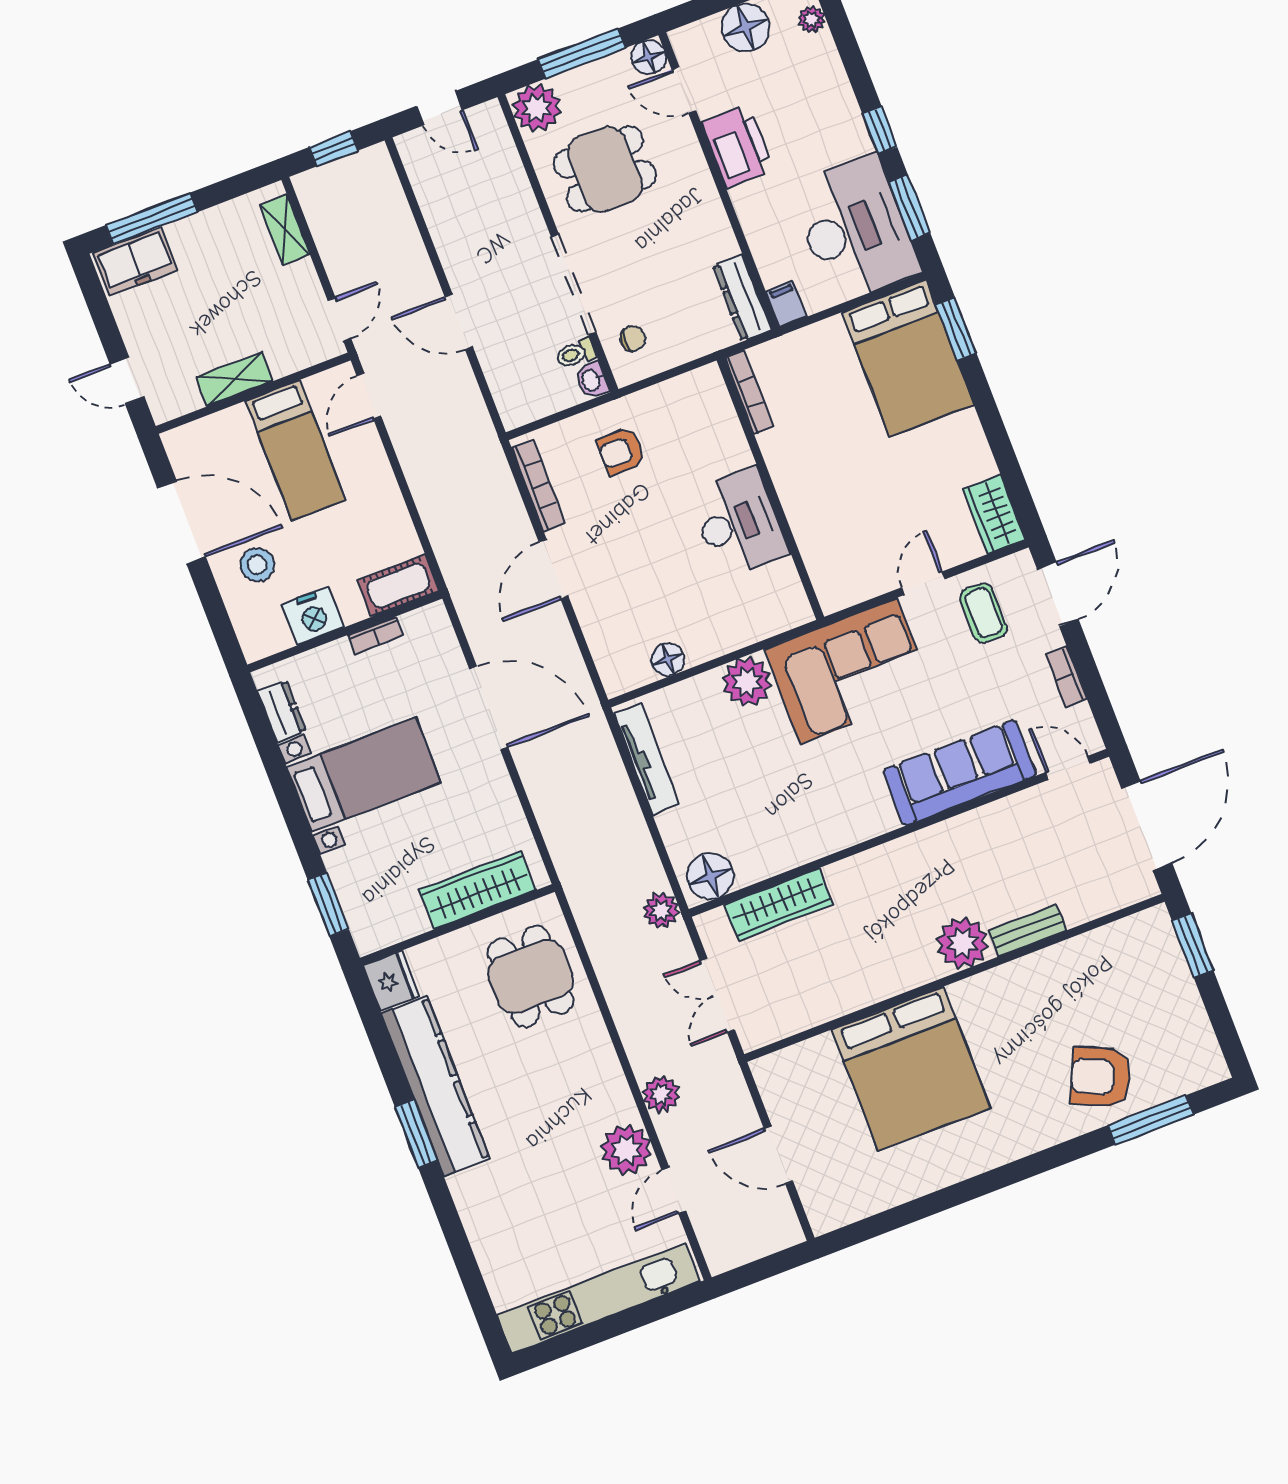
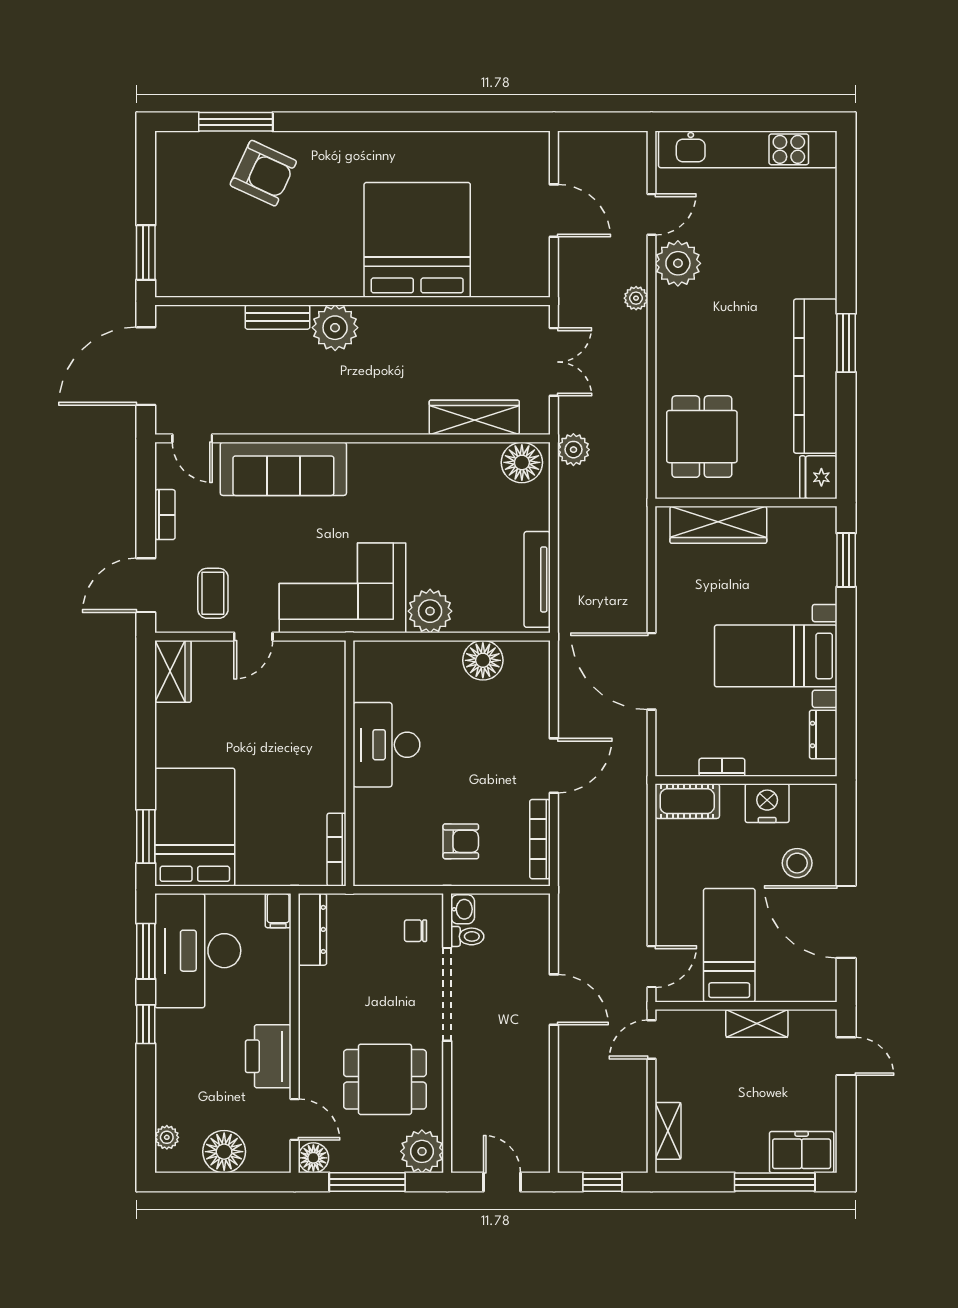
floor lamp: (668, 659) -> (483, 660), width x1.38, depth x1.38
plant: (661, 1094) -> (636, 298), width x0.73, depth x0.73

